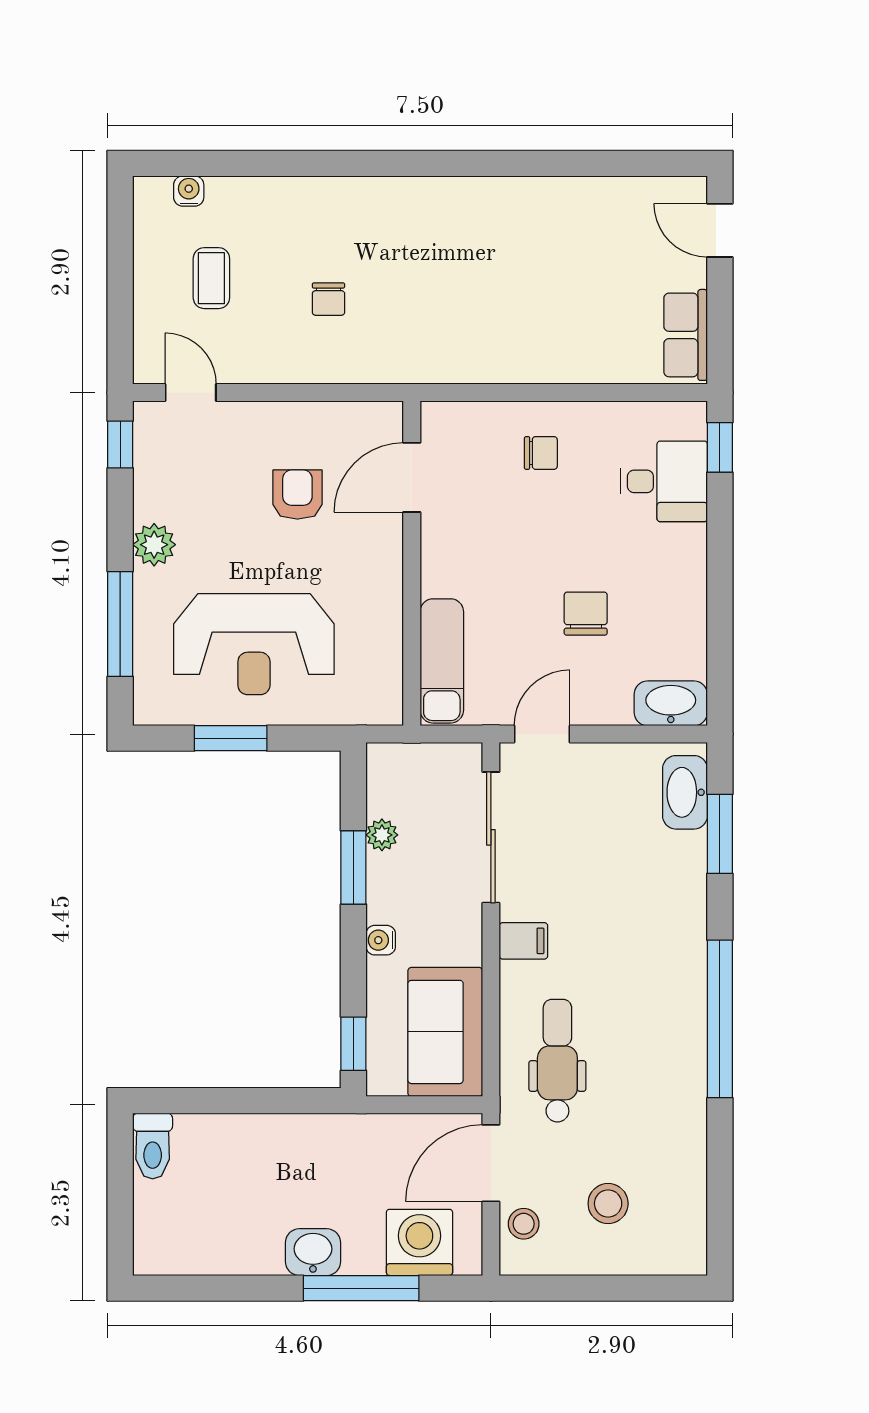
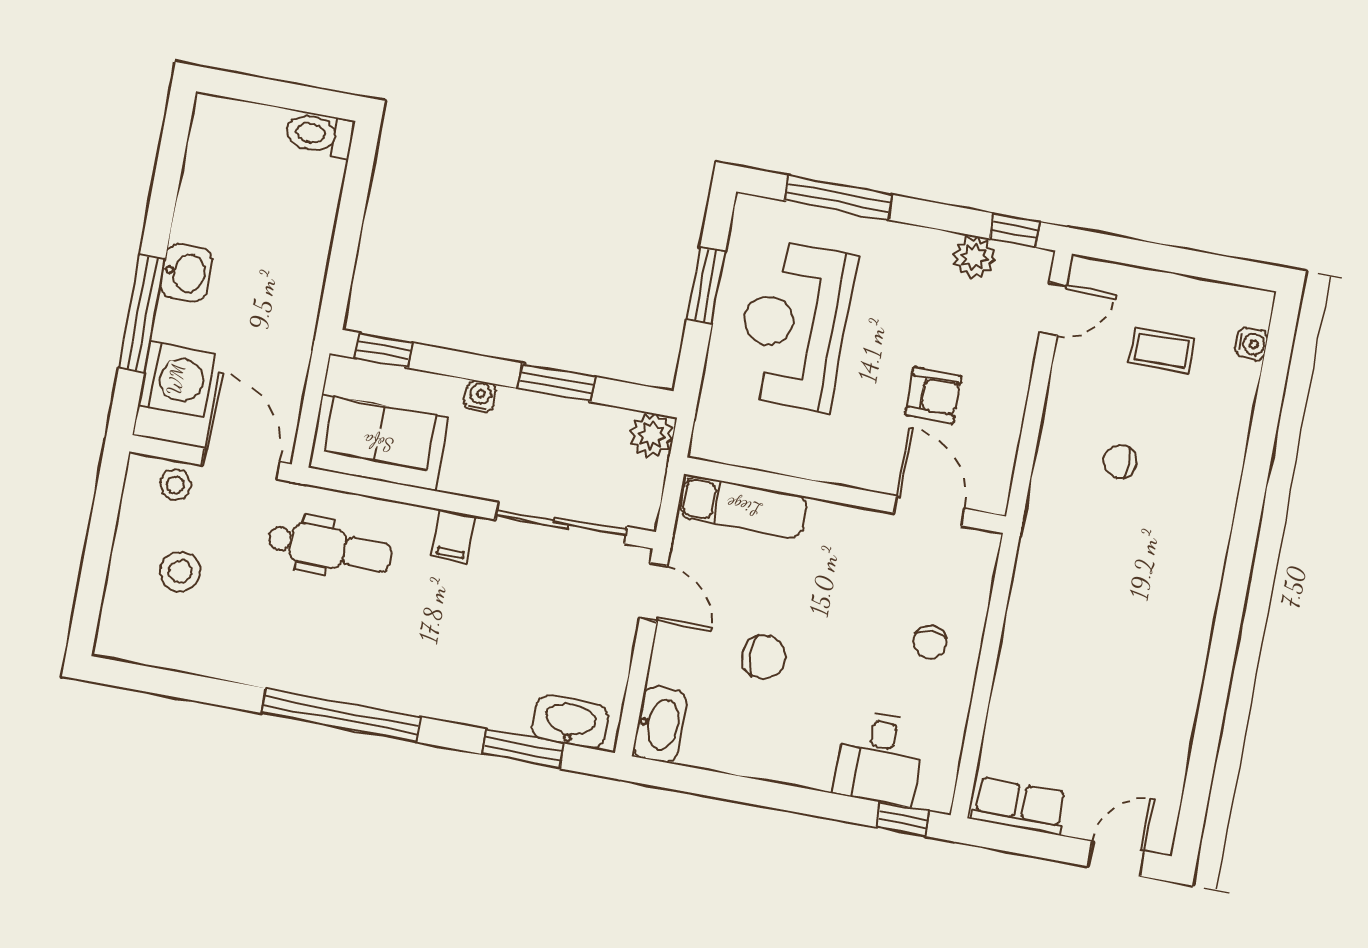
plant: (154, 545) -> (974, 257), moved
plant: (382, 835) -> (652, 435), moved, width x1.38, depth x1.38

